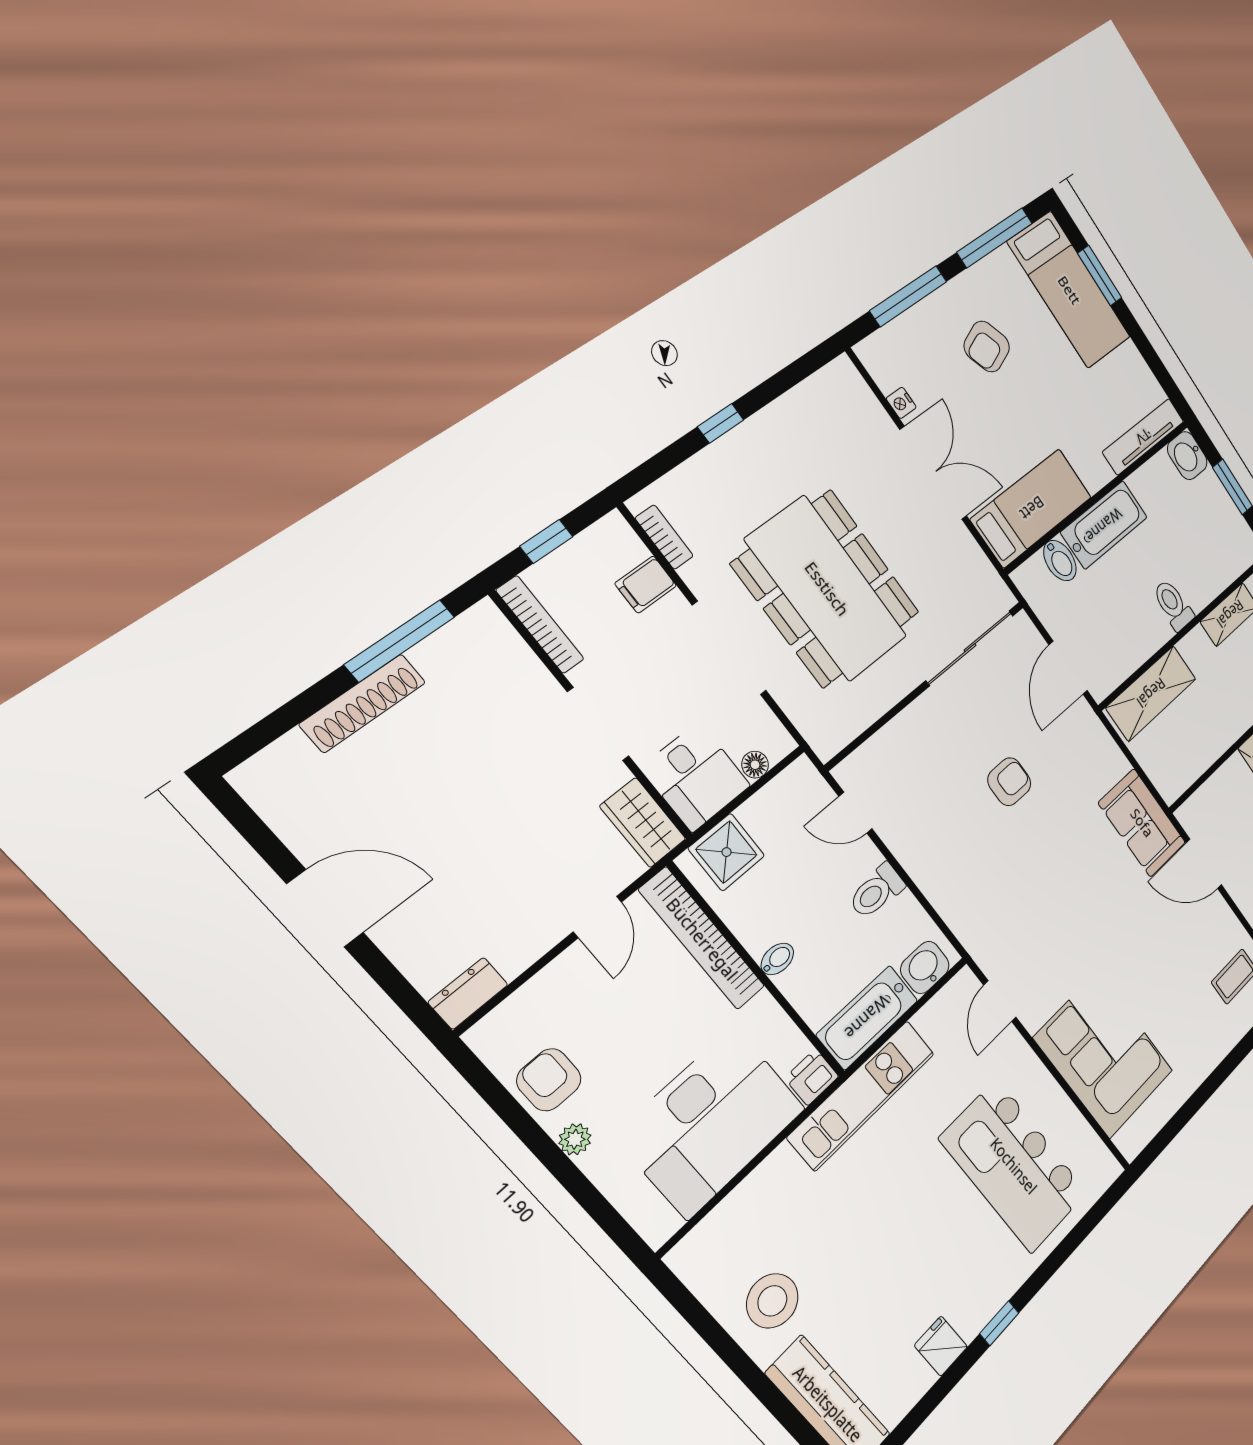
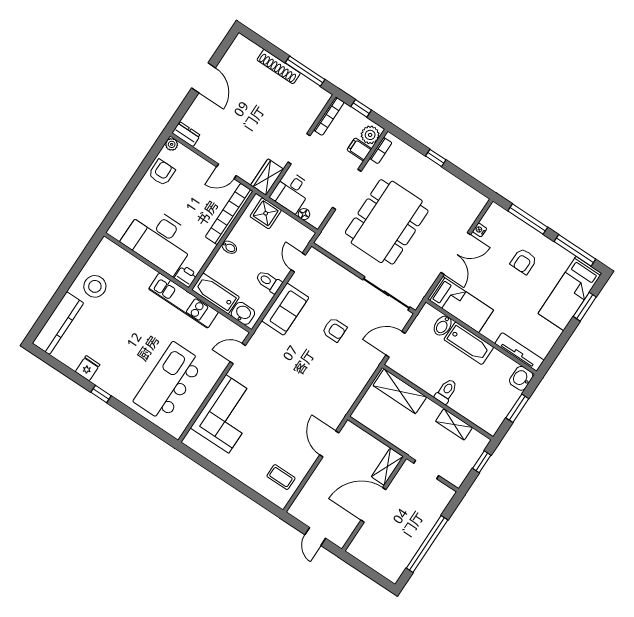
armchair: (987, 347) -> (524, 261), turned -69
plant: (619, 546) -> (370, 135), added
sofa: (1142, 823) -> (285, 309), moved, turned 180
plant: (575, 1139) -> (172, 144), moved

